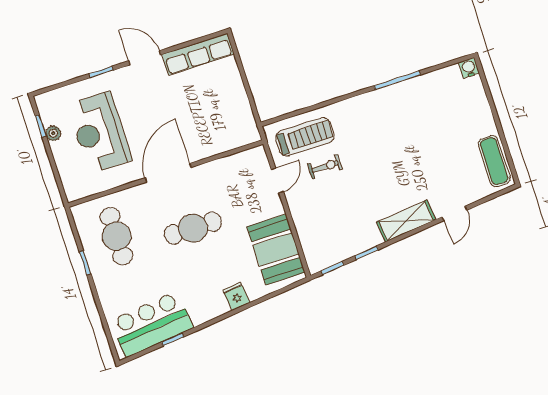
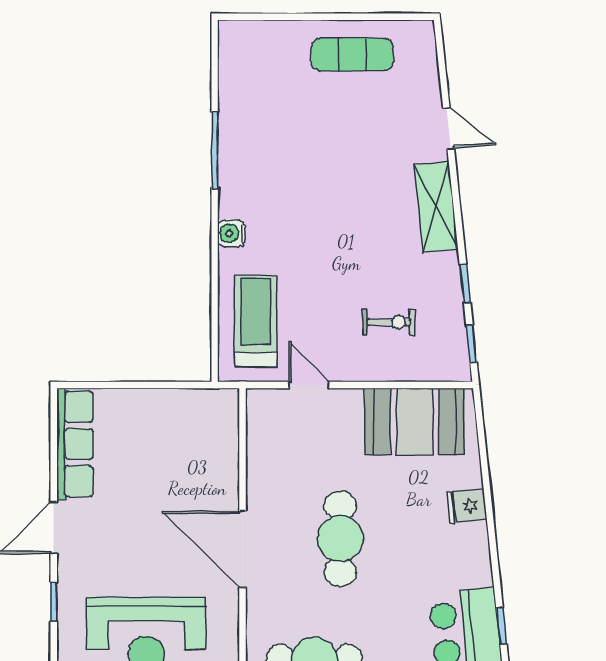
water cooler: (469, 68) -> (231, 233), moved
exercise mat: (494, 161) -> (352, 54), moved
exercise bike: (325, 167) -> (389, 322), moved, turned 90

